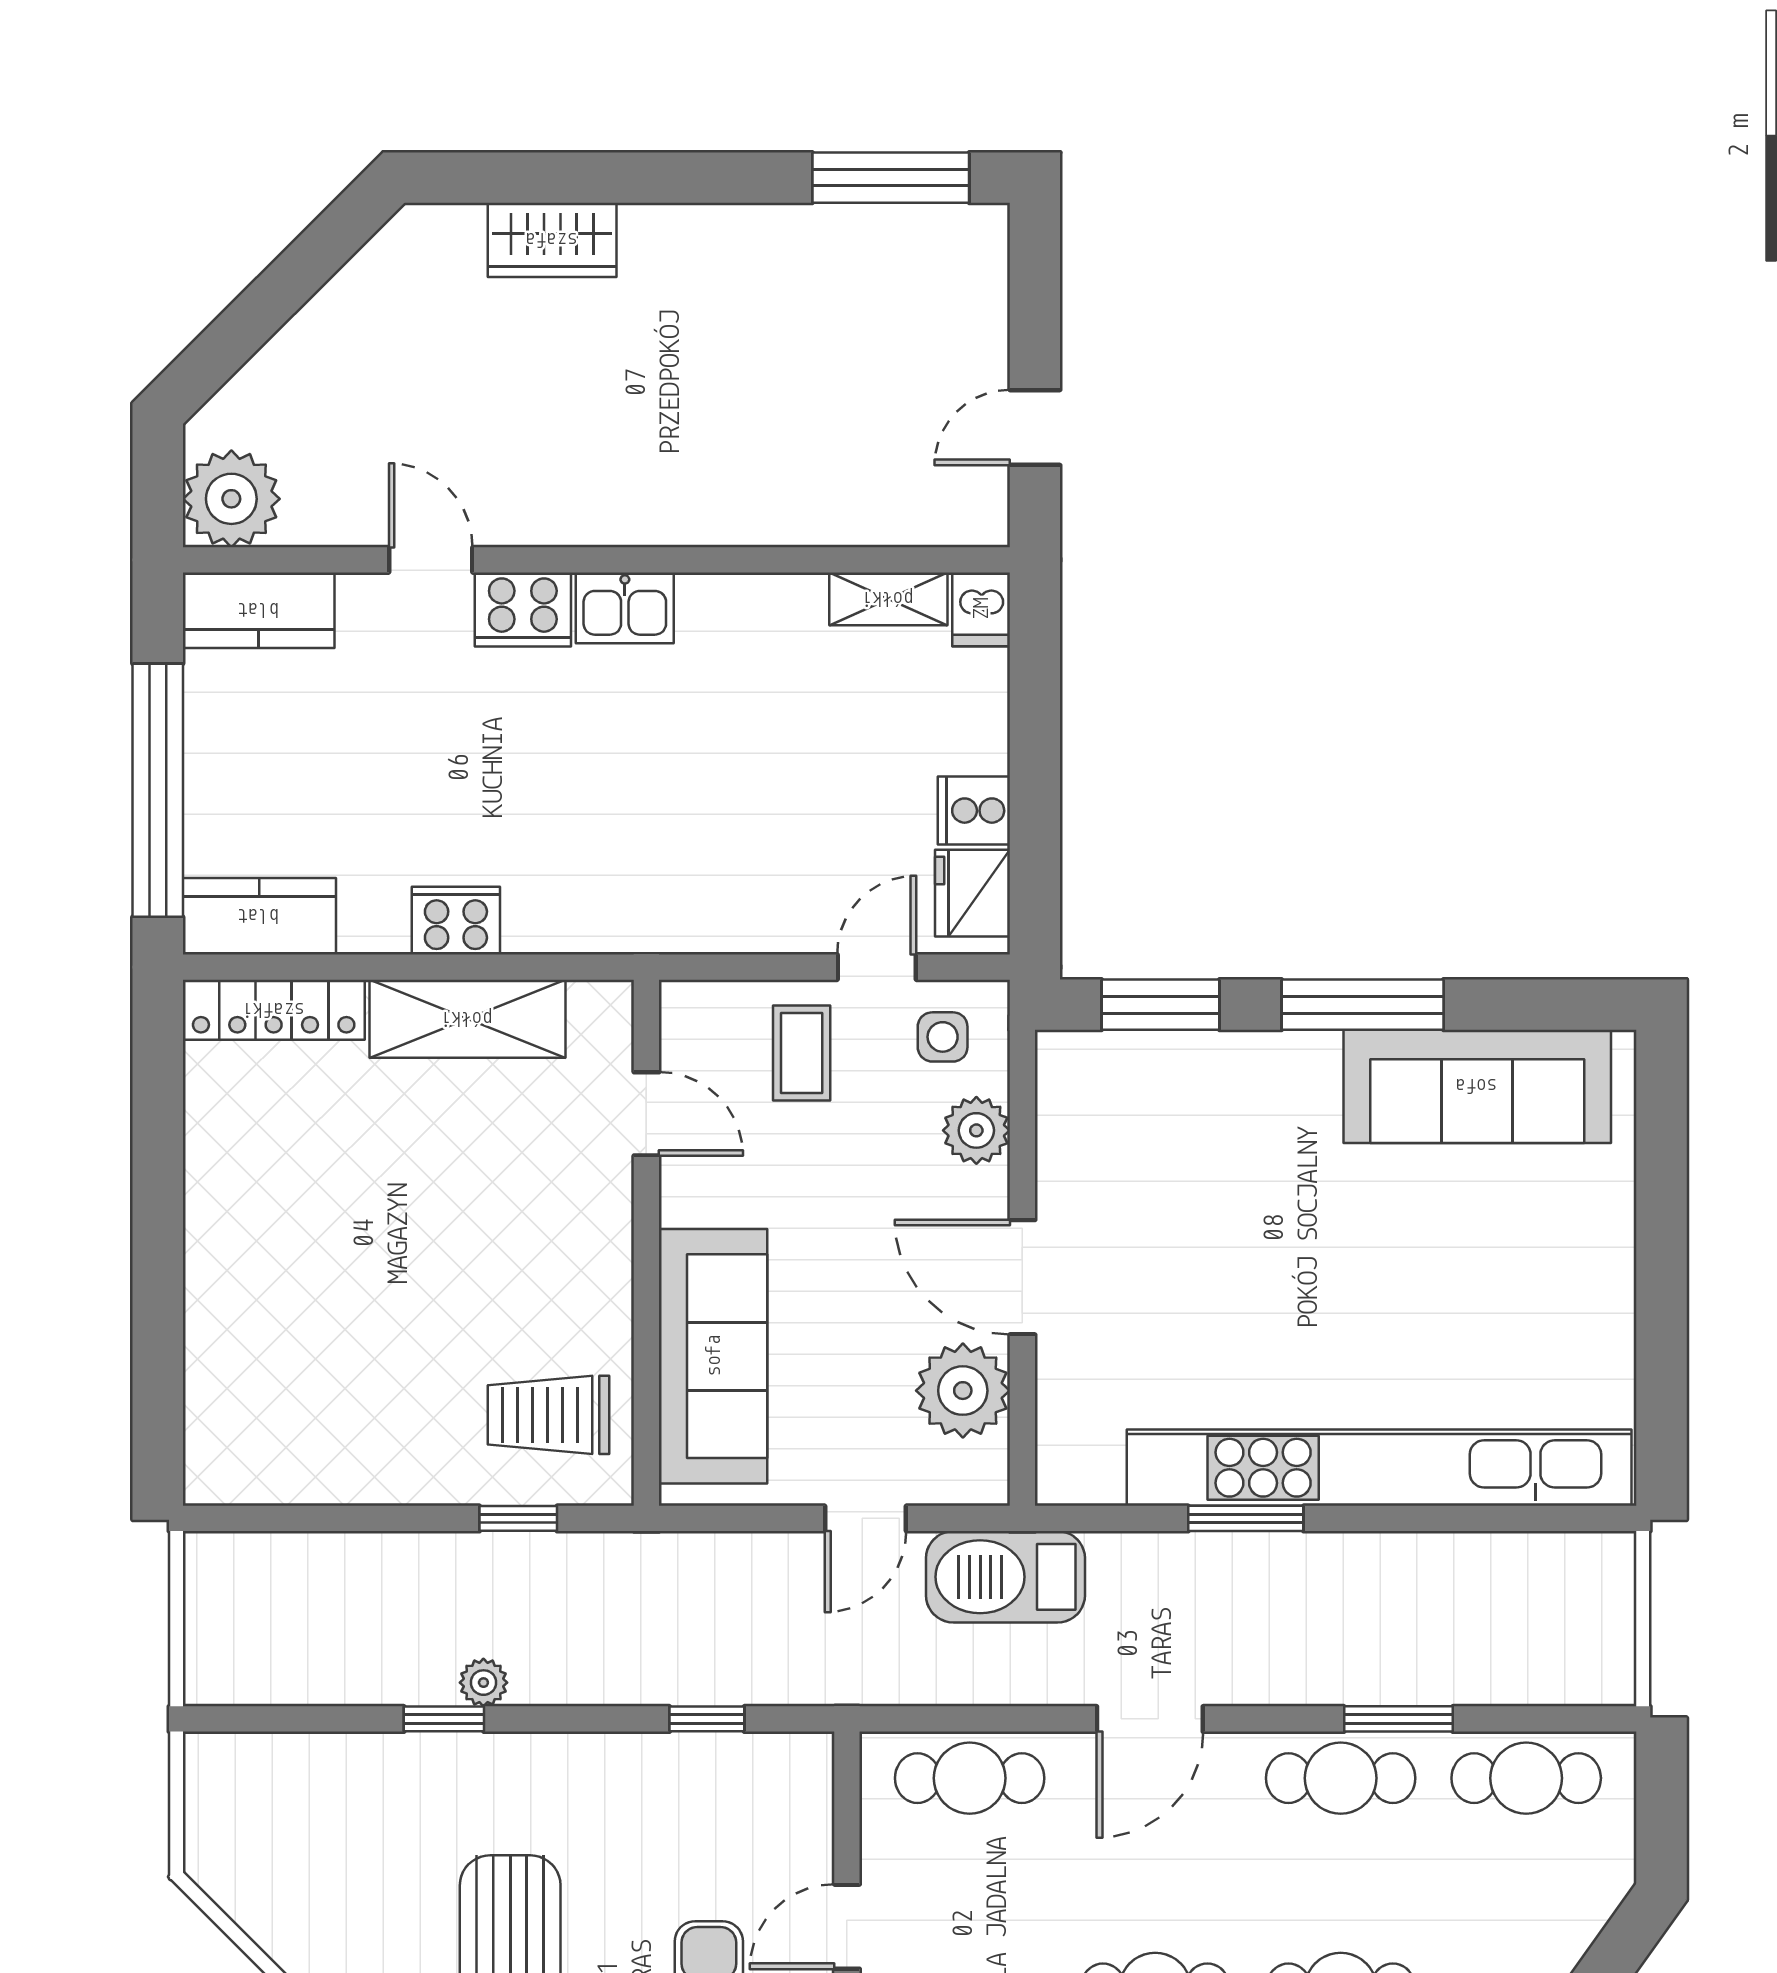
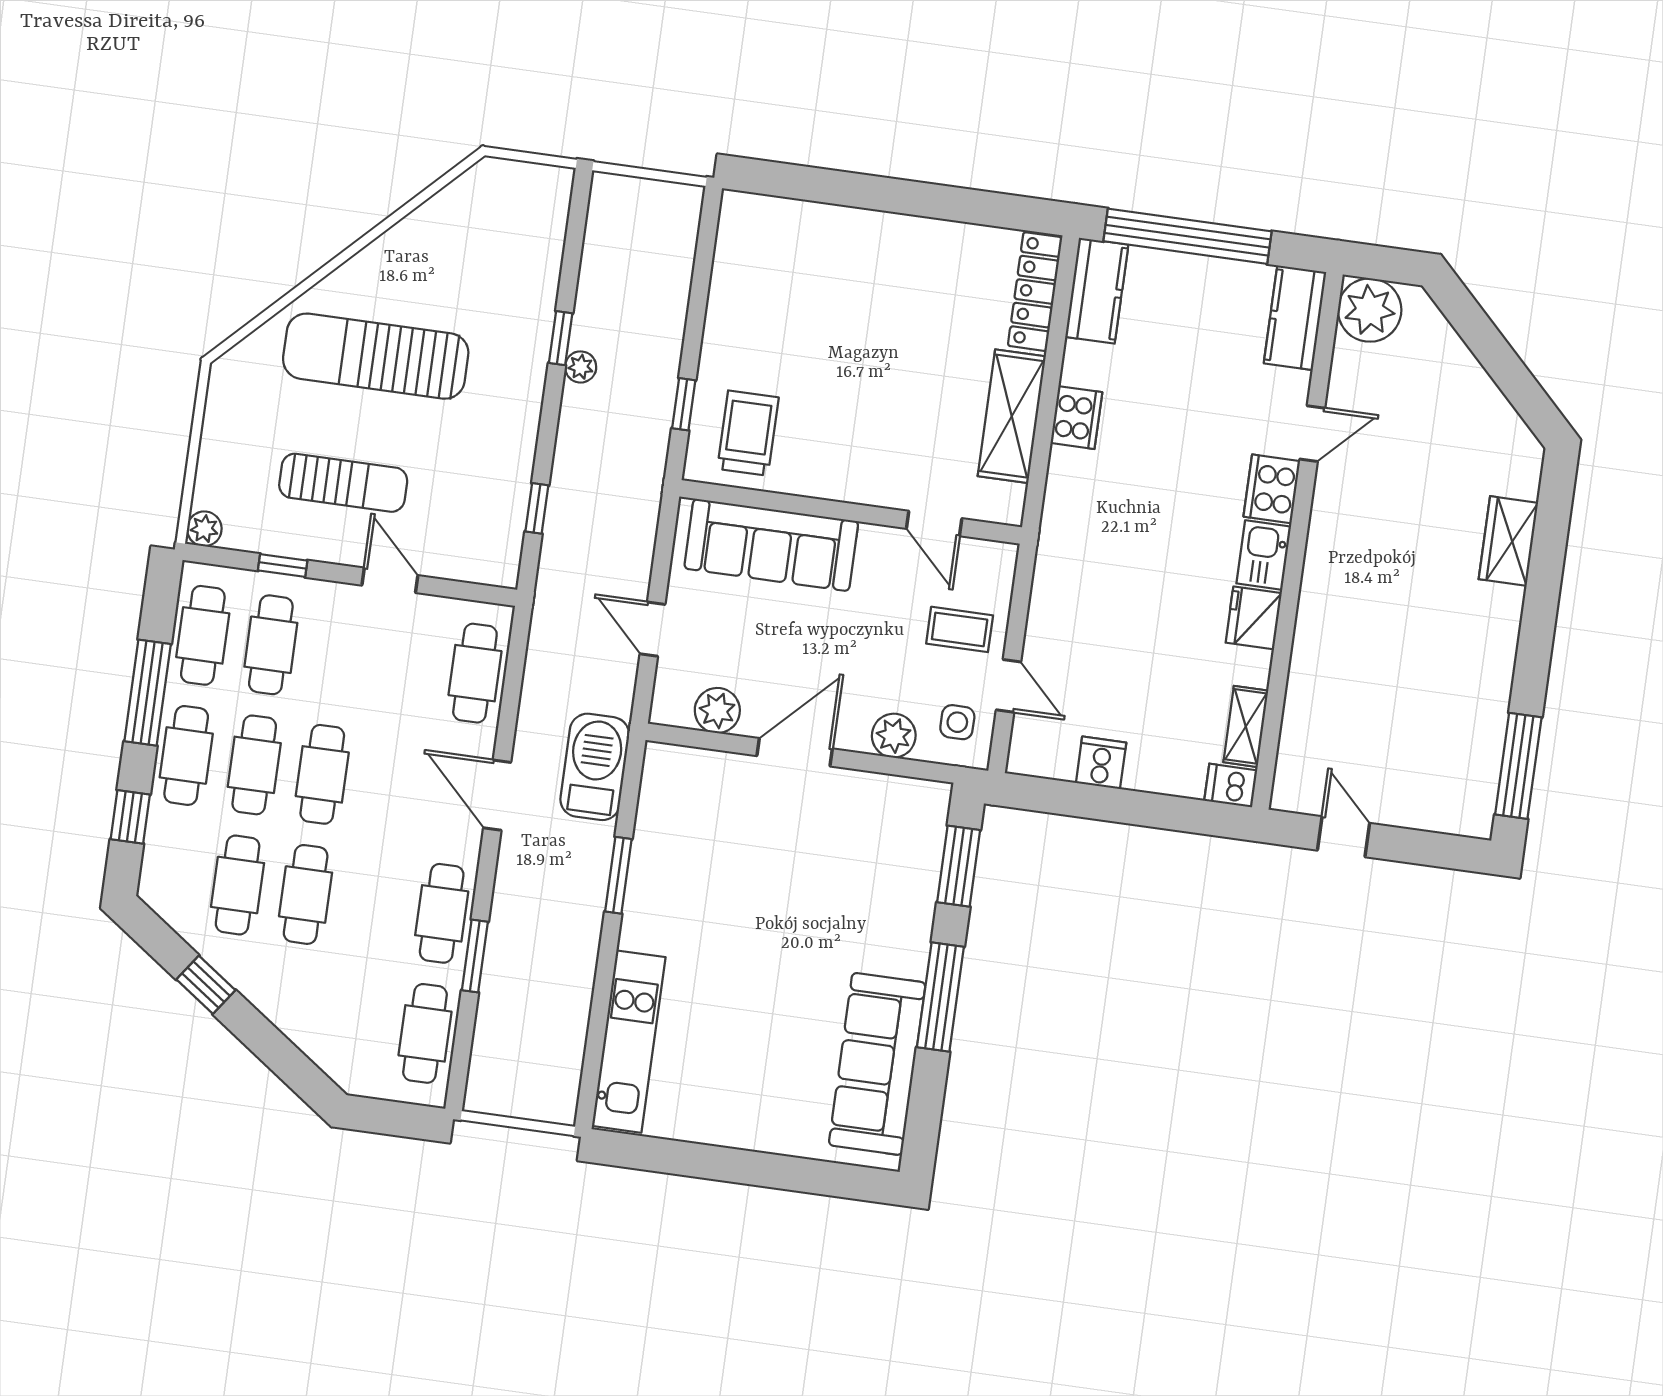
fridge: (972, 893) -> (1254, 618), moved, turned -90
door: (646, 1114) -> (934, 524), hinge flipped
plant: (963, 1391) -> (717, 710), width x0.73, depth x0.73
kitchen unit: (1379, 1468) -> (629, 1042), width x0.54
barbecue: (1005, 1577) -> (595, 767), moved

